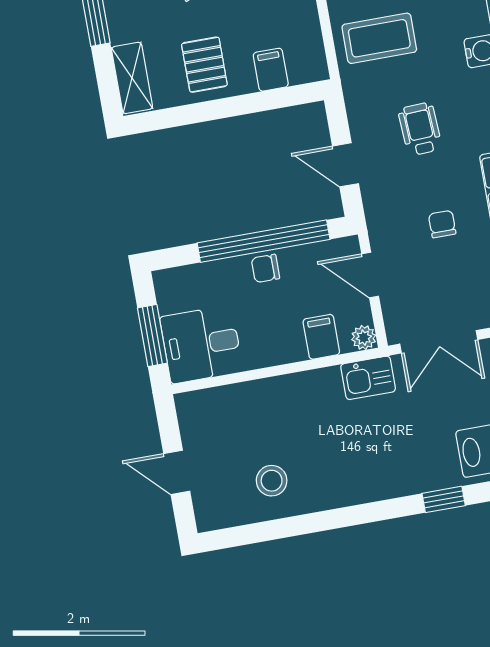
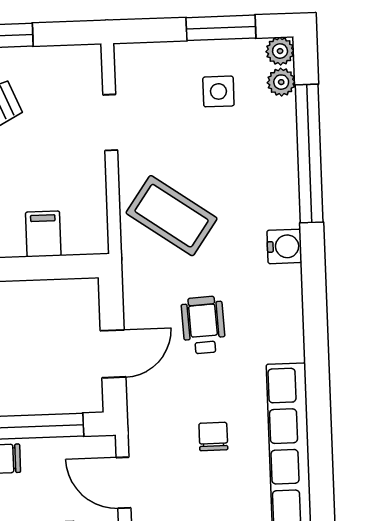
coffee table: (379, 38) -> (172, 216), turned 35
door: (346, 165) -> (113, 354), swing flipped

